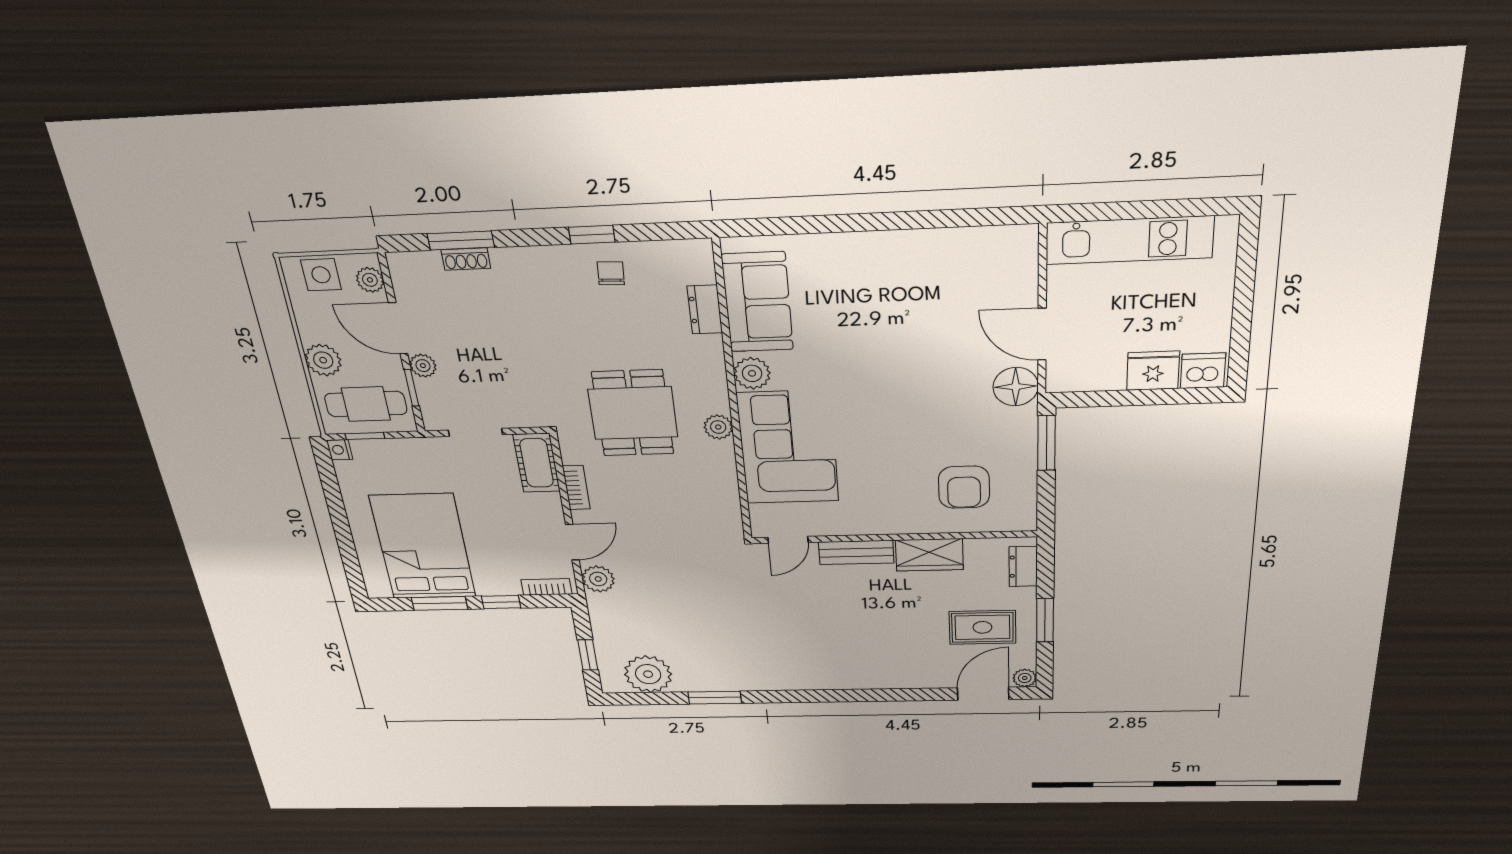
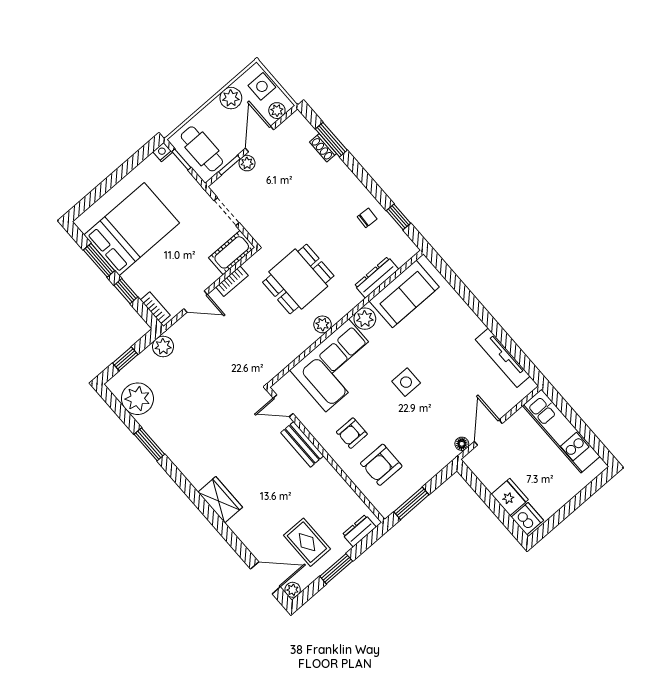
window: (592, 235) -> (399, 217), moved
tv unit: (956, 241) -> (503, 358), added
dresser: (705, 310) -> (377, 277), width x1.44
plant: (323, 360) -> (231, 98), moved
side table: (882, 385) -> (406, 382), added
floor lamp: (1016, 387) -> (462, 444), width x0.53, depth x0.53
window: (1046, 443) -> (411, 503), moved
armchair: (892, 491) -> (352, 433), added
wardrobe: (929, 555) -> (220, 500), moved, turned 180
plant: (598, 579) -> (163, 346), moved

